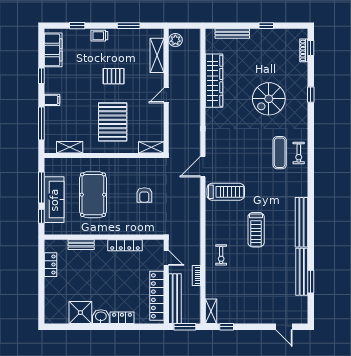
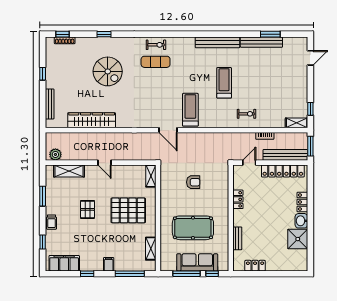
treadmill: (256, 230) -> (224, 83), turned -90
locker: (125, 245) -> (238, 199), width x0.66

